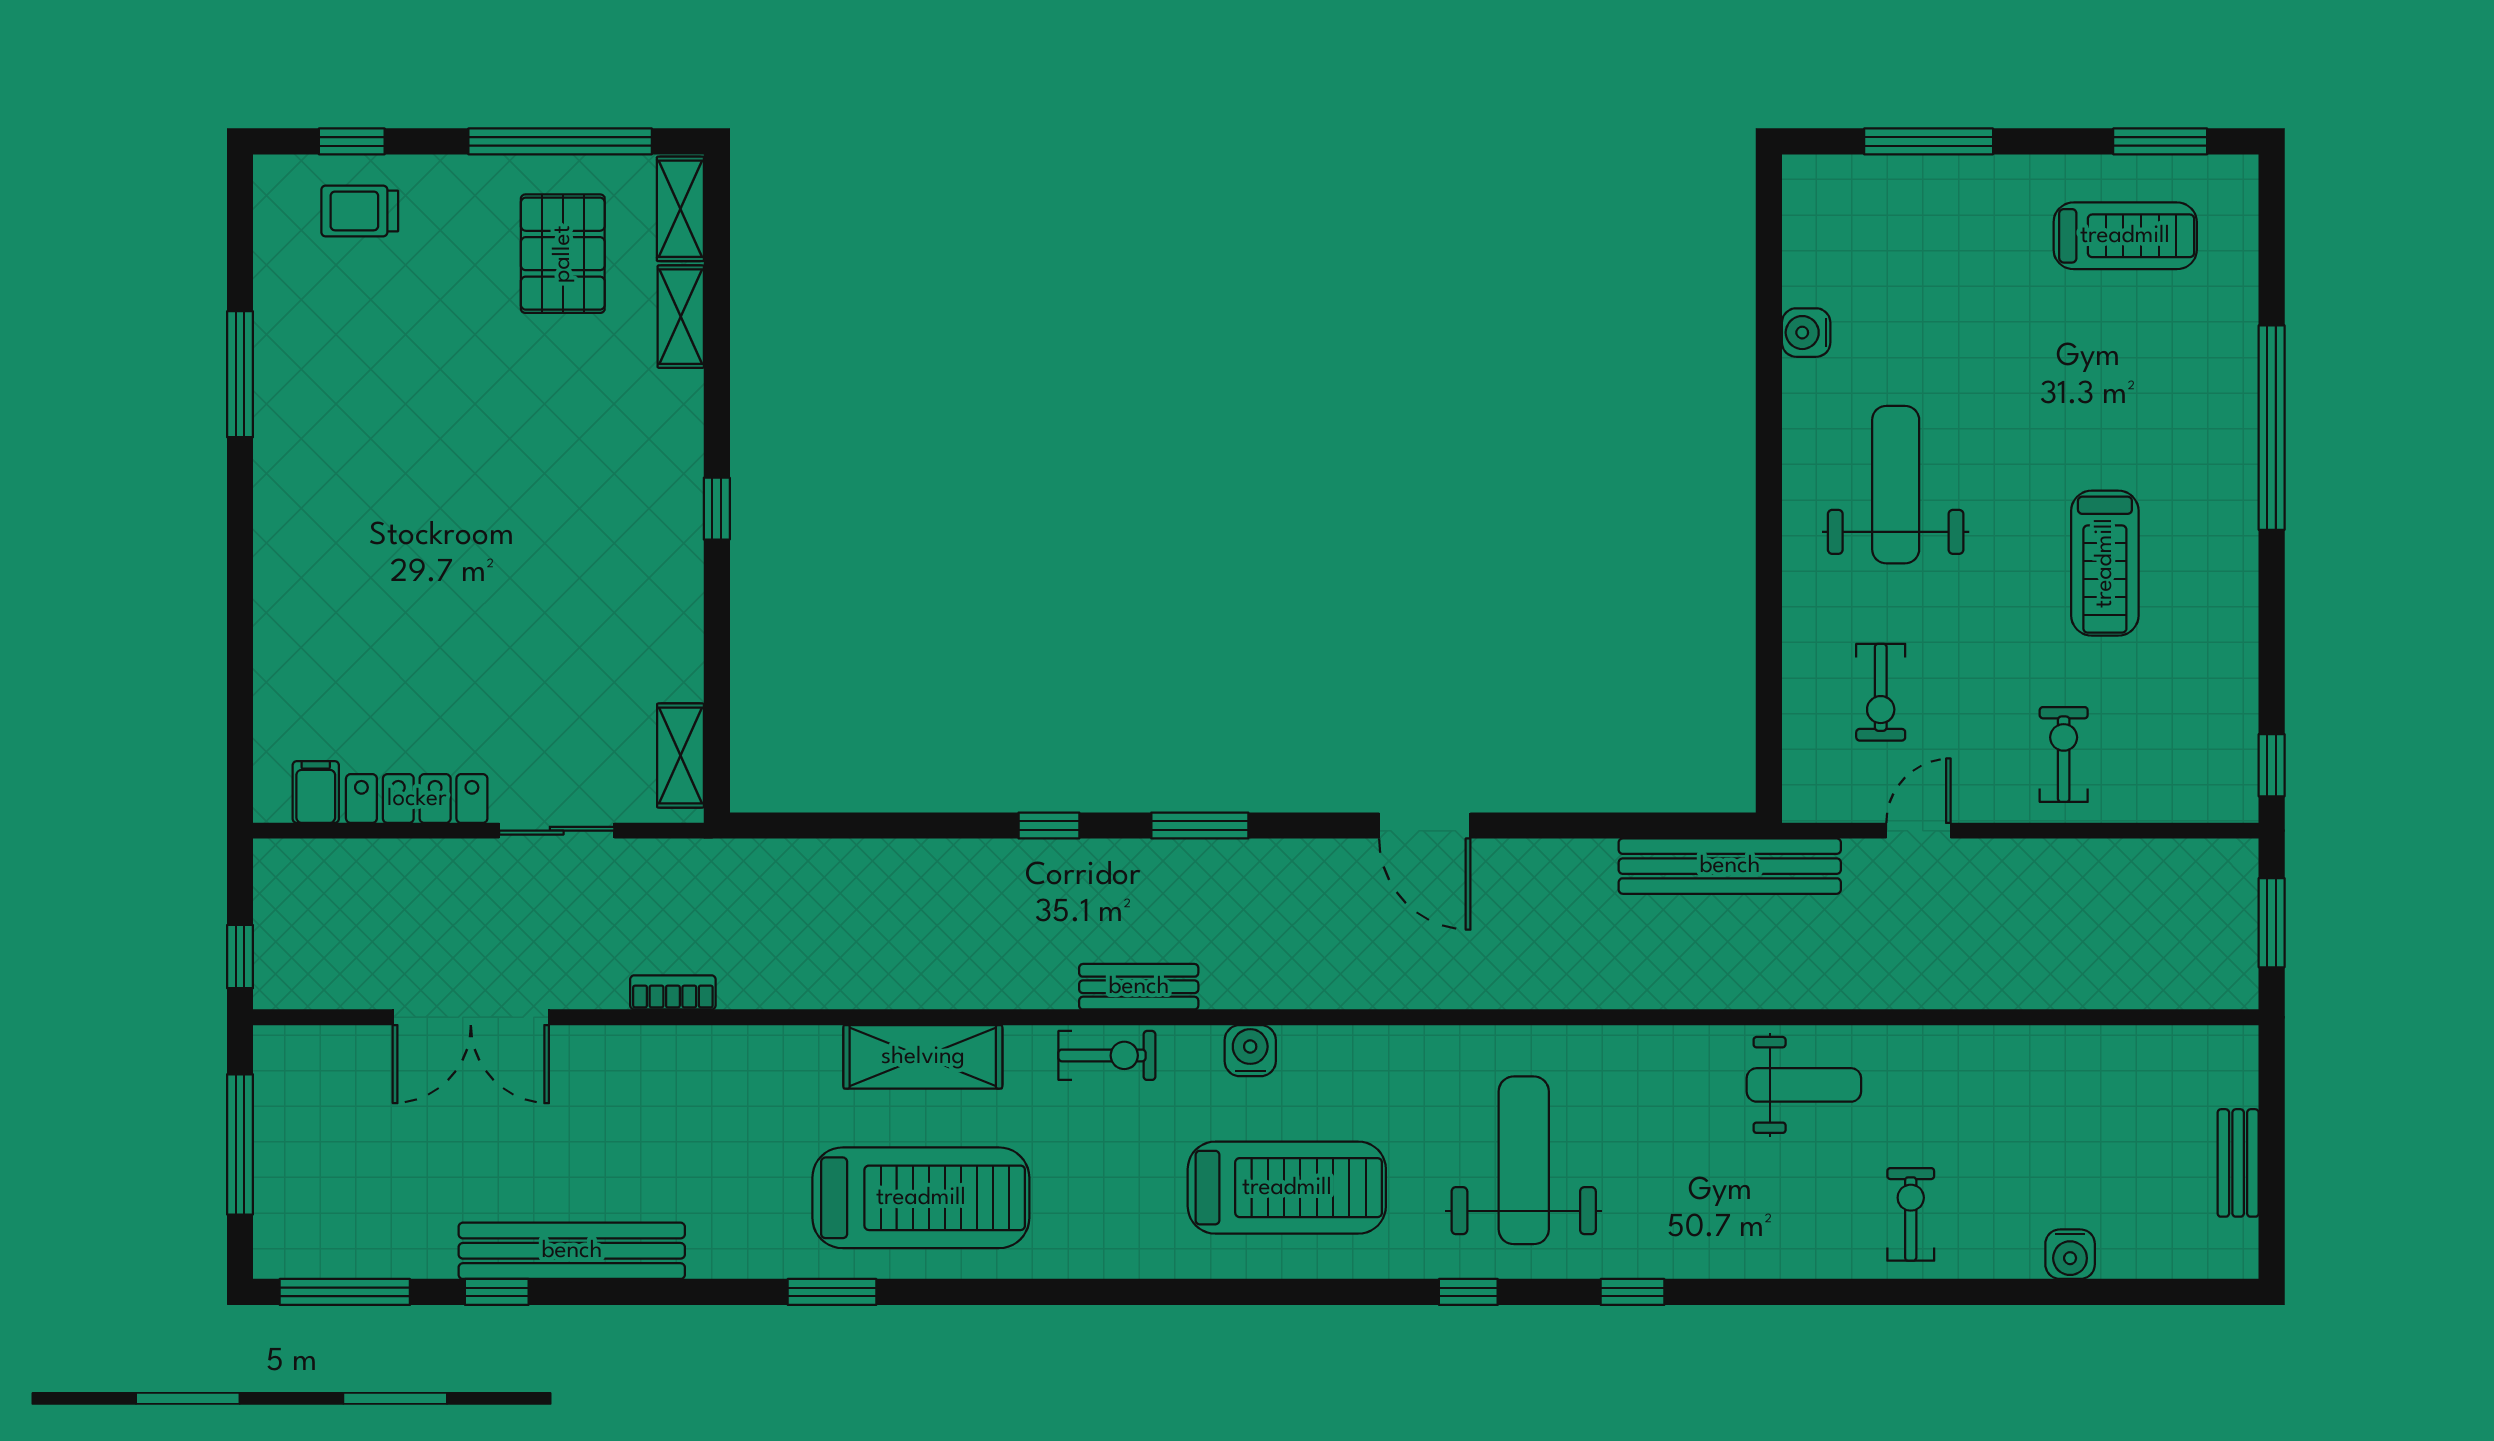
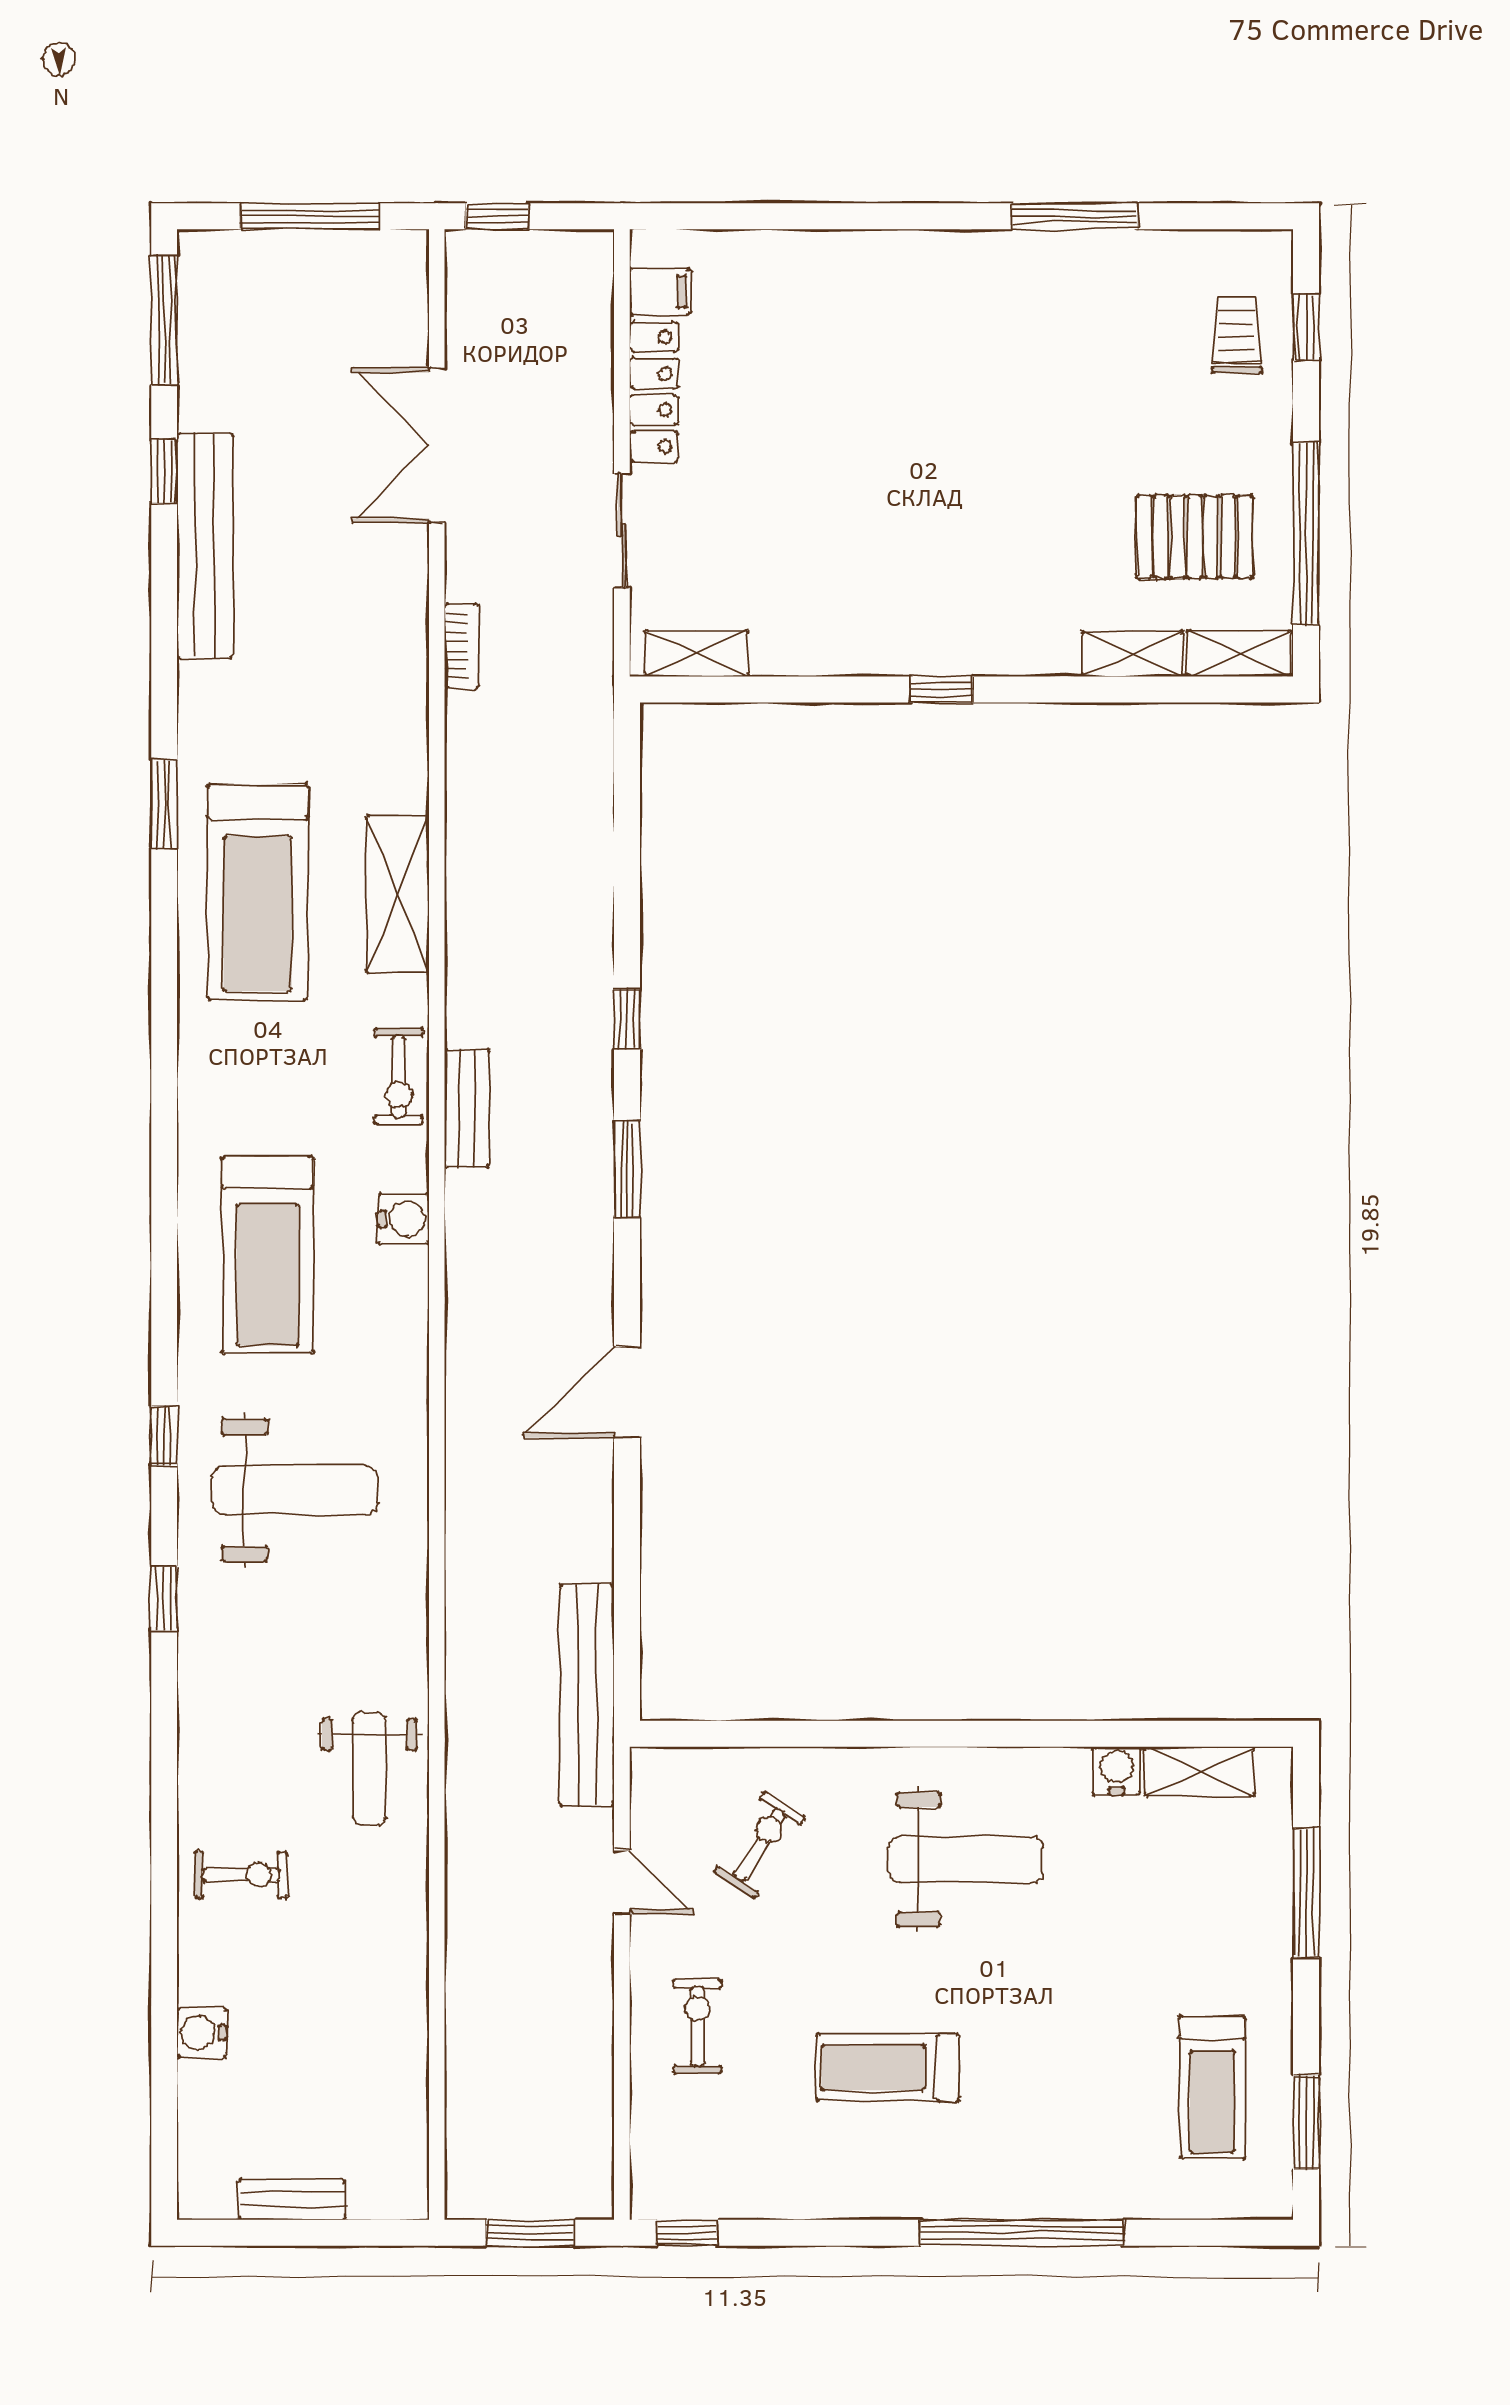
shelving: (1807, 249) -> (1200, 1771), added
exercise bike: (1881, 692) -> (759, 1845), turned 122
exercise bike: (2064, 754) -> (698, 2026), turned -90

